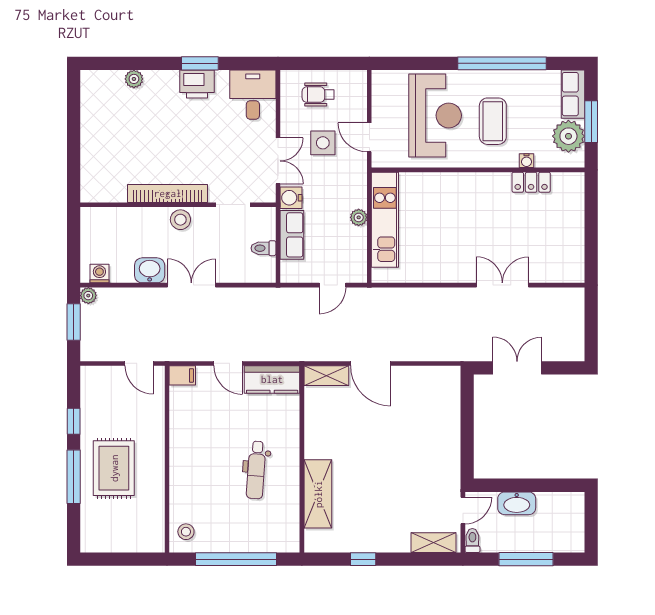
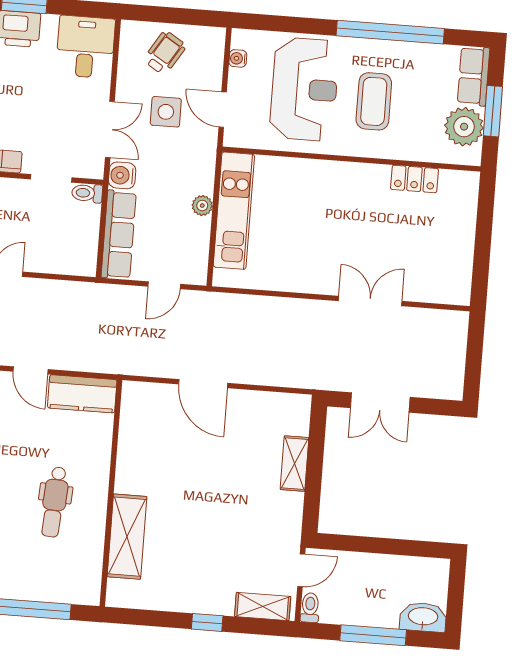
wheelchair: (318, 95) -> (165, 53), turned 122
water cooler: (527, 161) -> (238, 58), moved, turned 90
row of seats: (292, 235) -> (119, 235), width x1.48
toilet: (263, 248) -> (87, 193), moved
double door: (517, 368) -> (380, 403), swing flipped
shelving: (326, 376) -> (295, 464), moved, turned 90
washbasin: (517, 503) -> (423, 617), moved, turned 180
window: (363, 559) -> (207, 622), moved

